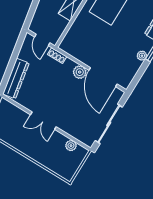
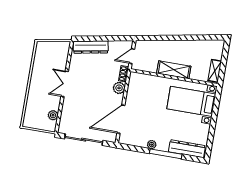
plant: (80, 72) -> (119, 88), moved

